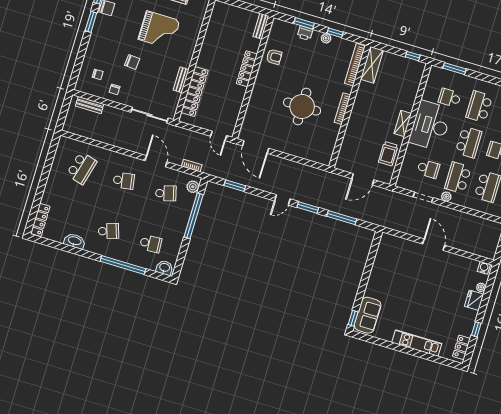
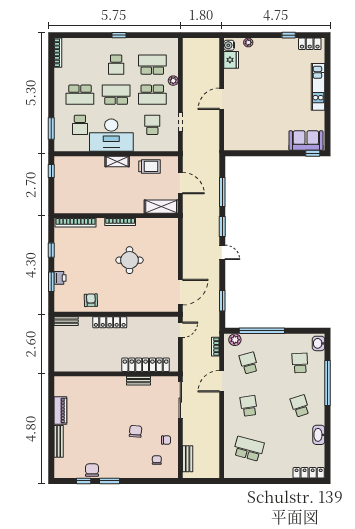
grand piano: (159, 30) -> (98, 415), removed
plant: (326, 38) -> (59, 257), removed
shelving: (372, 65) -> (161, 207), moved
round table: (302, 107) -> (130, 260), width x0.73, depth x0.73
plant: (446, 197) -> (173, 81), moved
fridge: (474, 300) -> (231, 60), moved, turned -90

